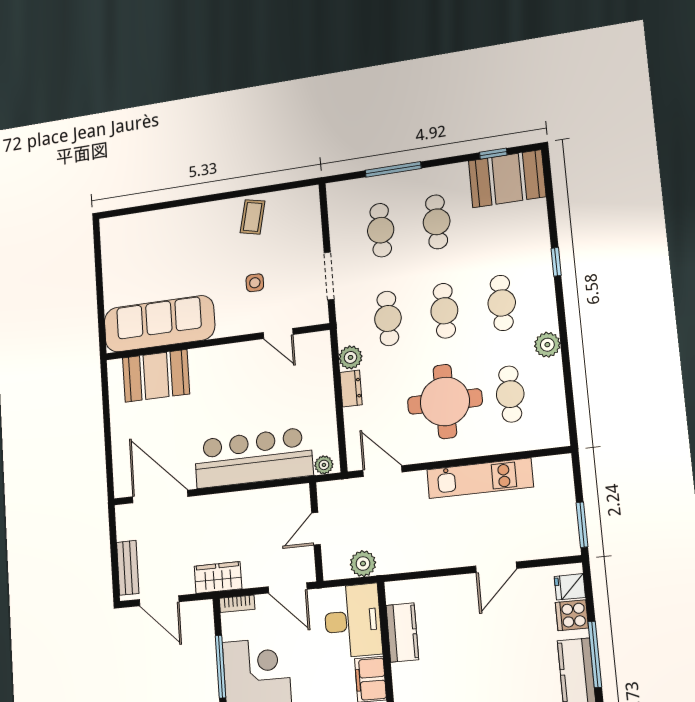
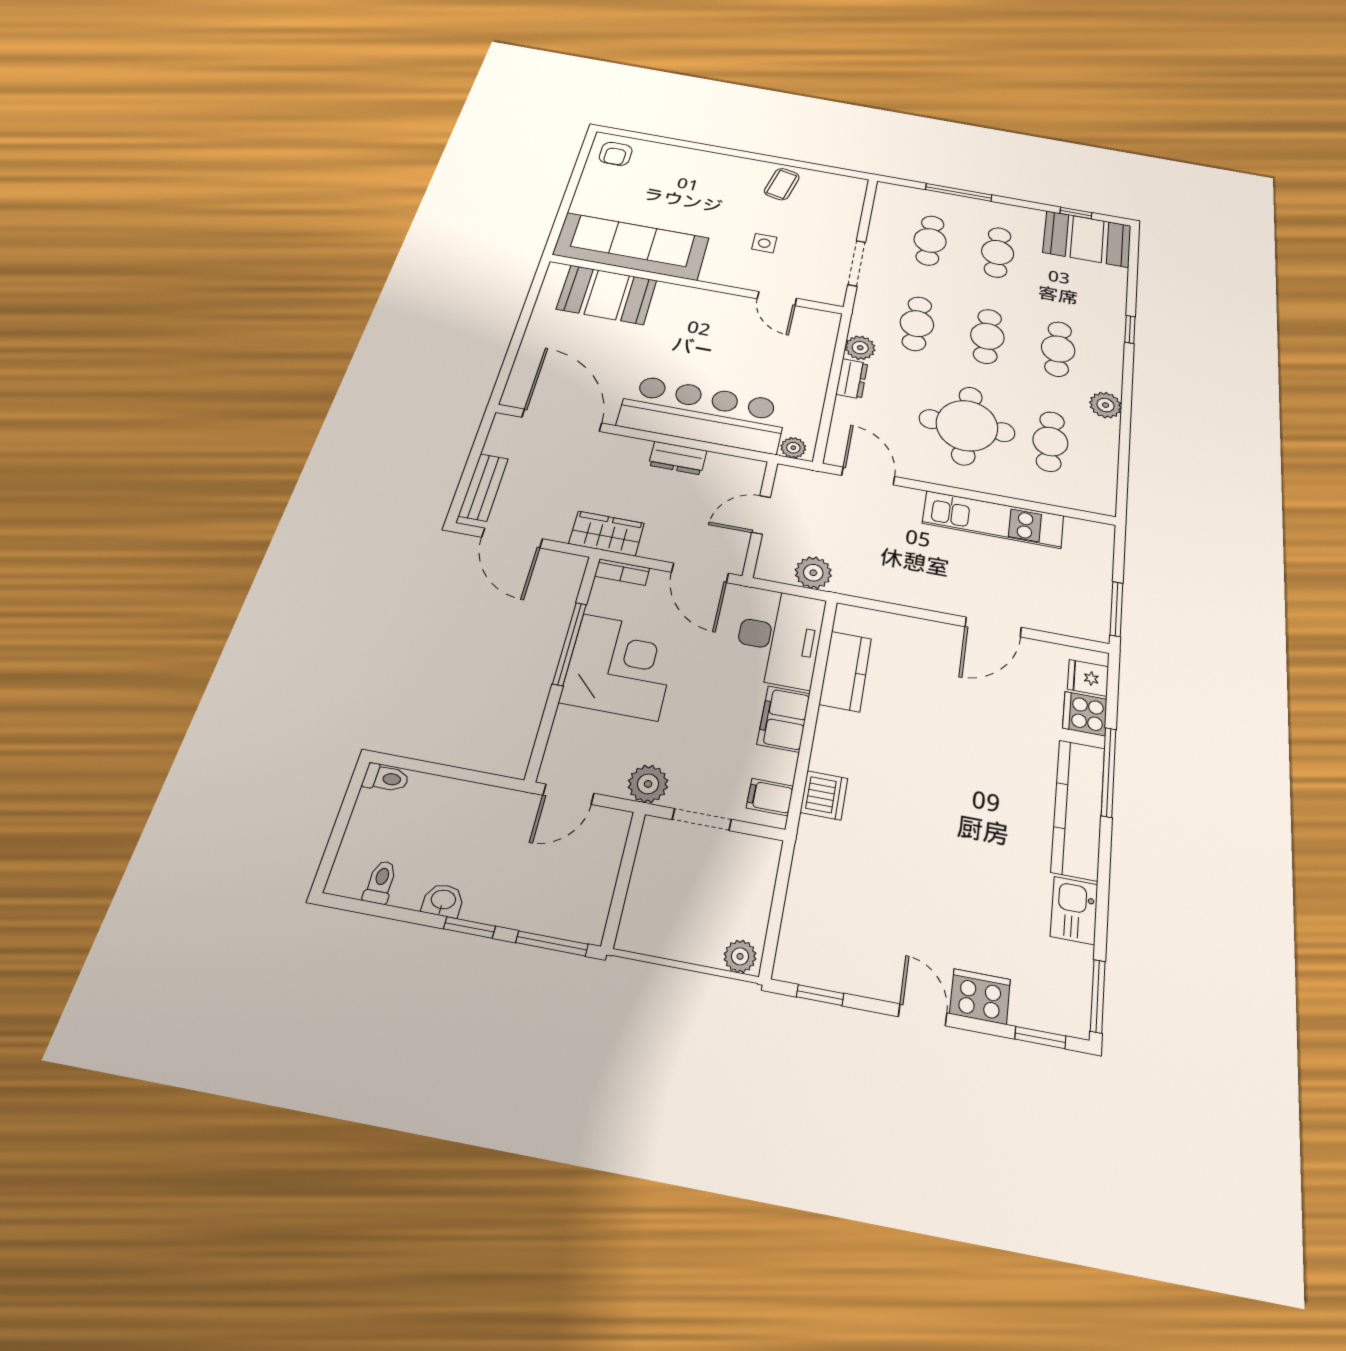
armchair: (120, 236) -> (616, 154), added
dresser: (247, 501) -> (678, 458), added

